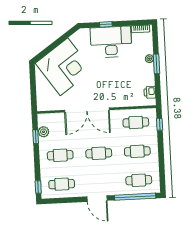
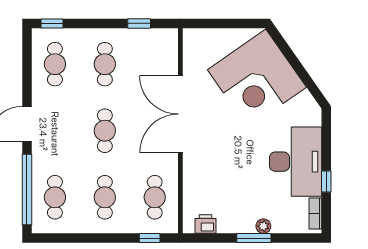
window: (106, 24) -> (326, 182), moved
plant: (44, 132) -> (147, 37), removed

